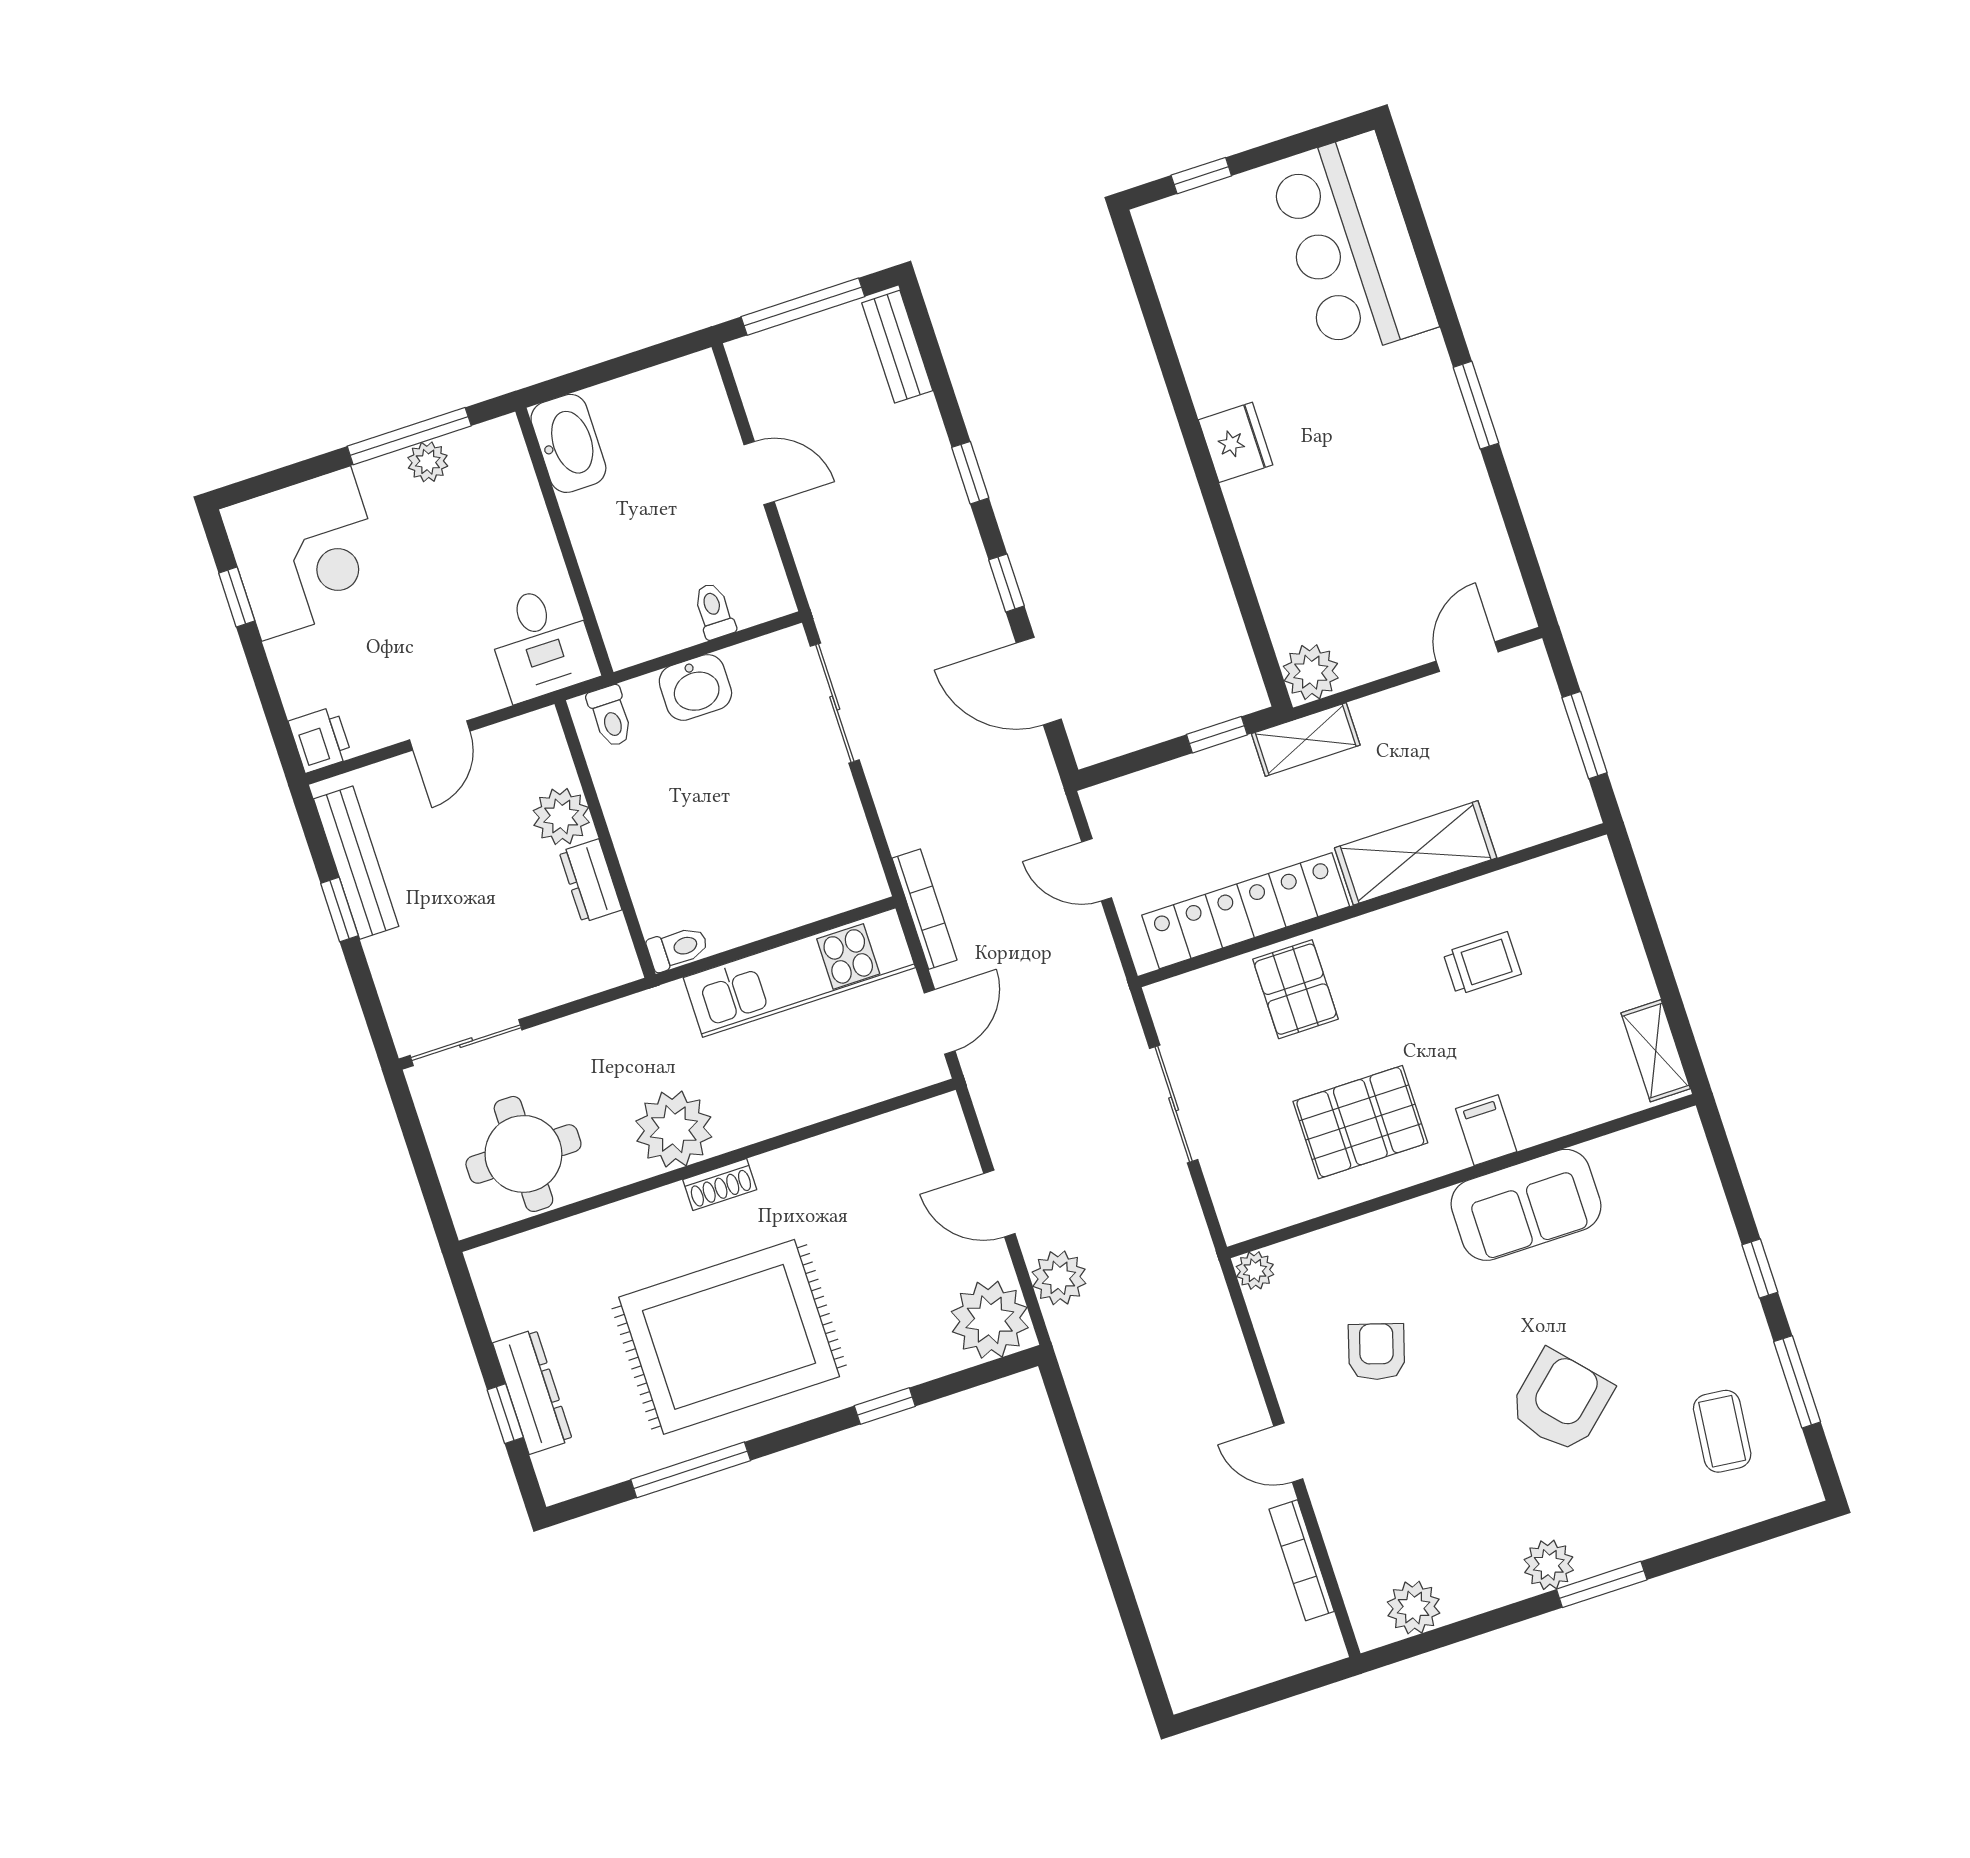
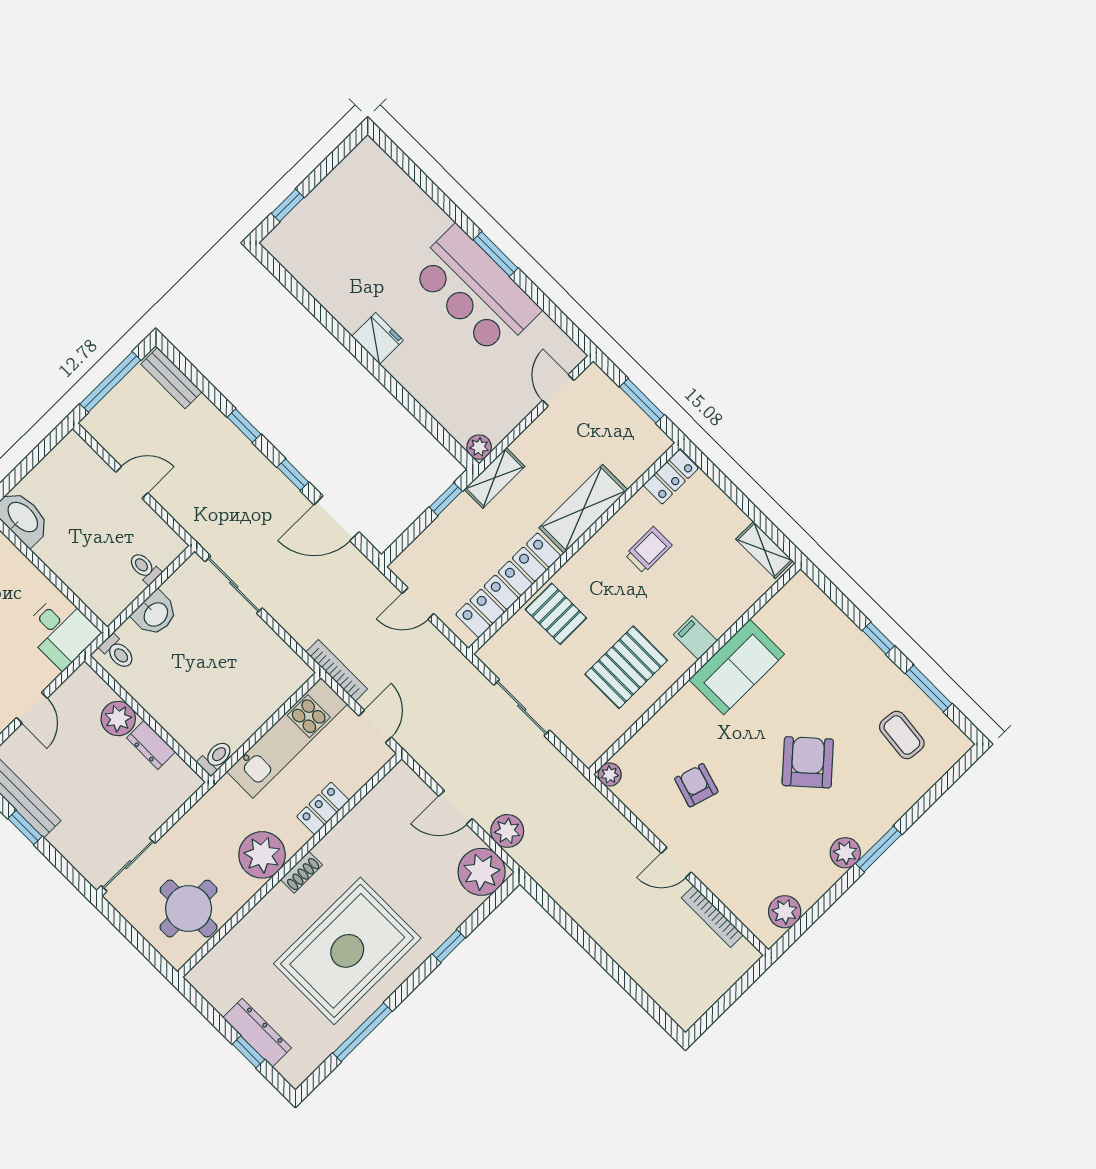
bar counter: (1352, 246) -> (475, 291), moved
plant: (1311, 672) -> (479, 447), width x0.73, depth x0.73
locker: (1571, 870) -> (671, 477), added
locker: (800, 1105) -> (323, 808), added

